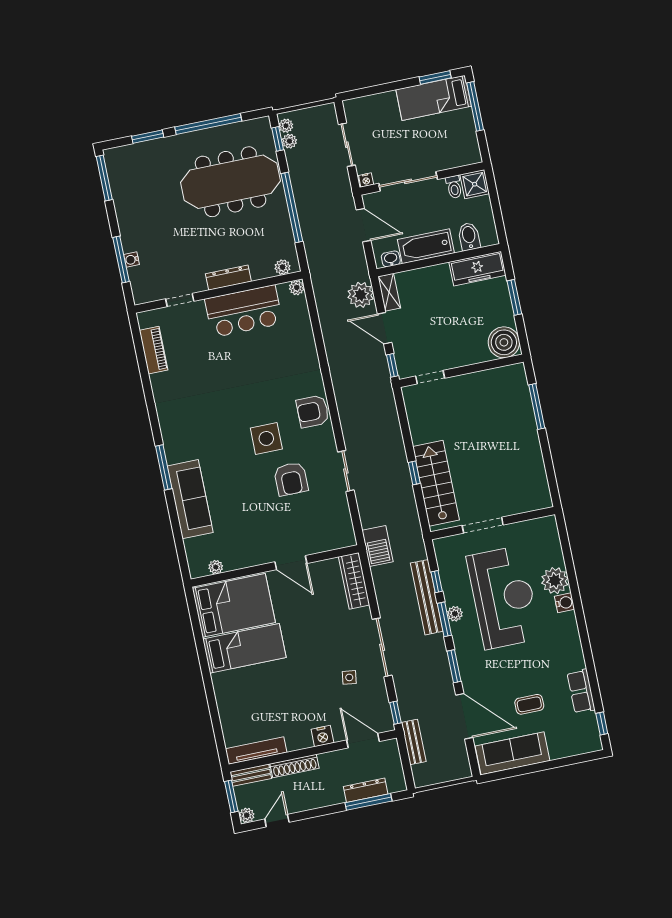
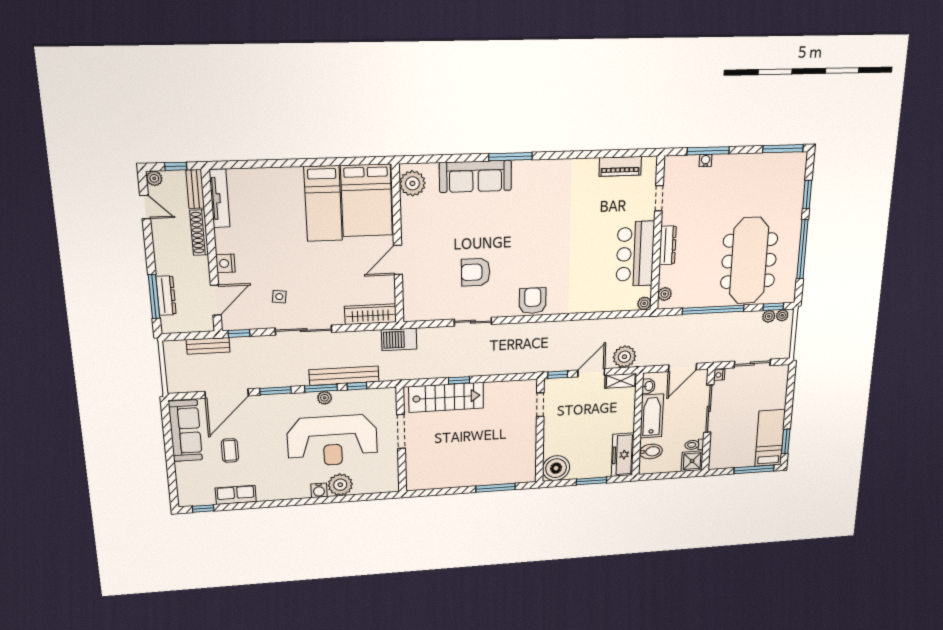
side table: (266, 438) -> (517, 256), removed
plant: (216, 567) -> (412, 183), width x1.88, depth x1.88
window: (231, 796) -> (176, 166), width x0.67

